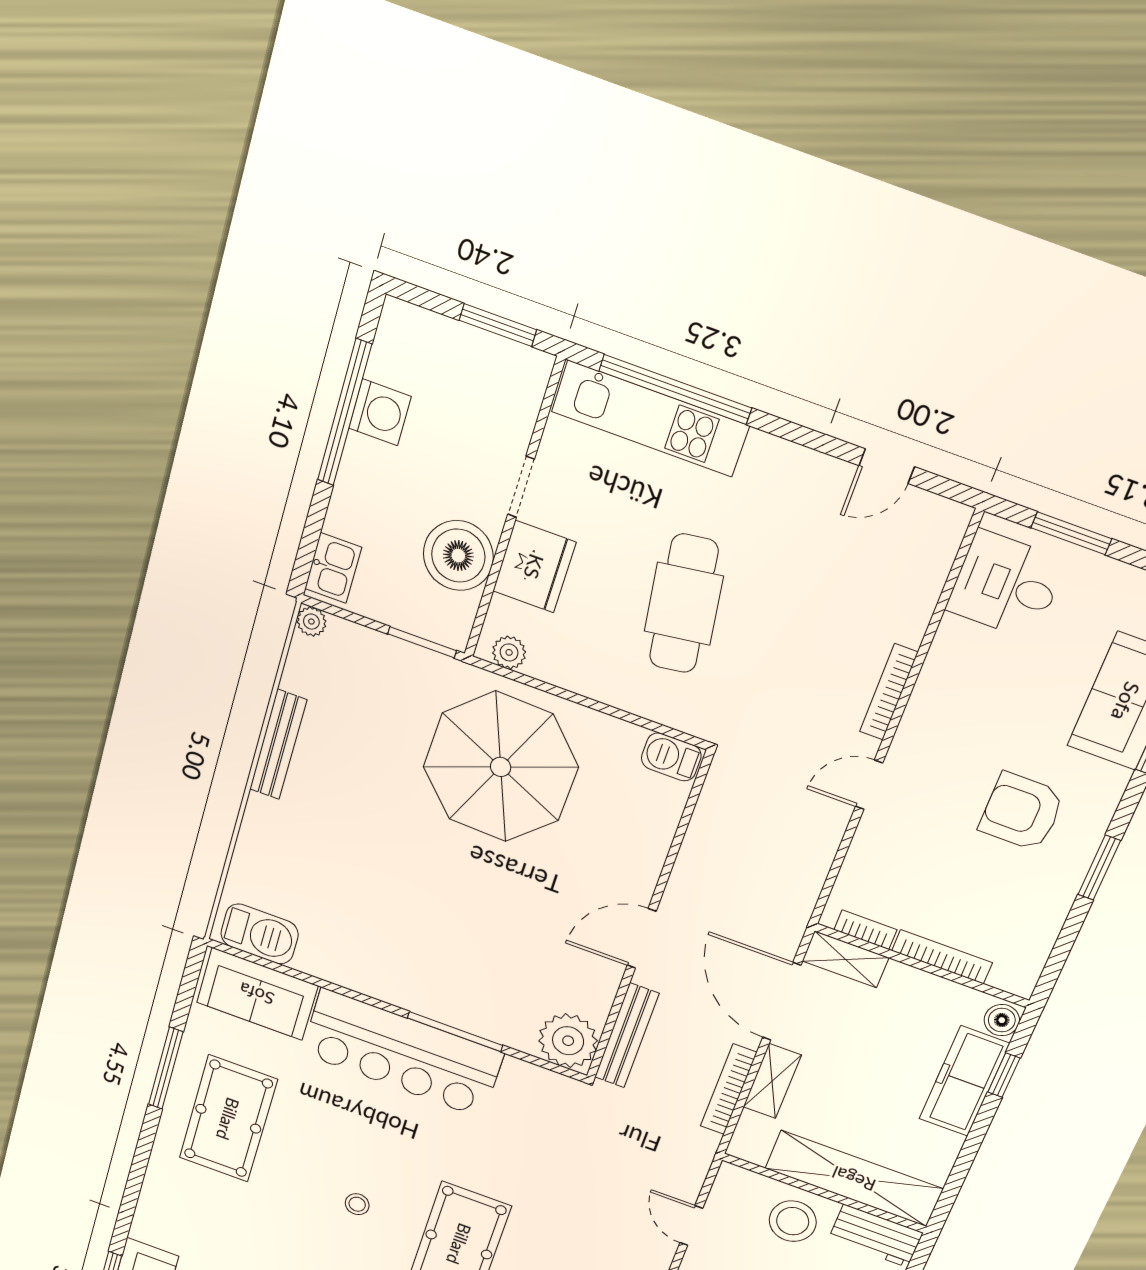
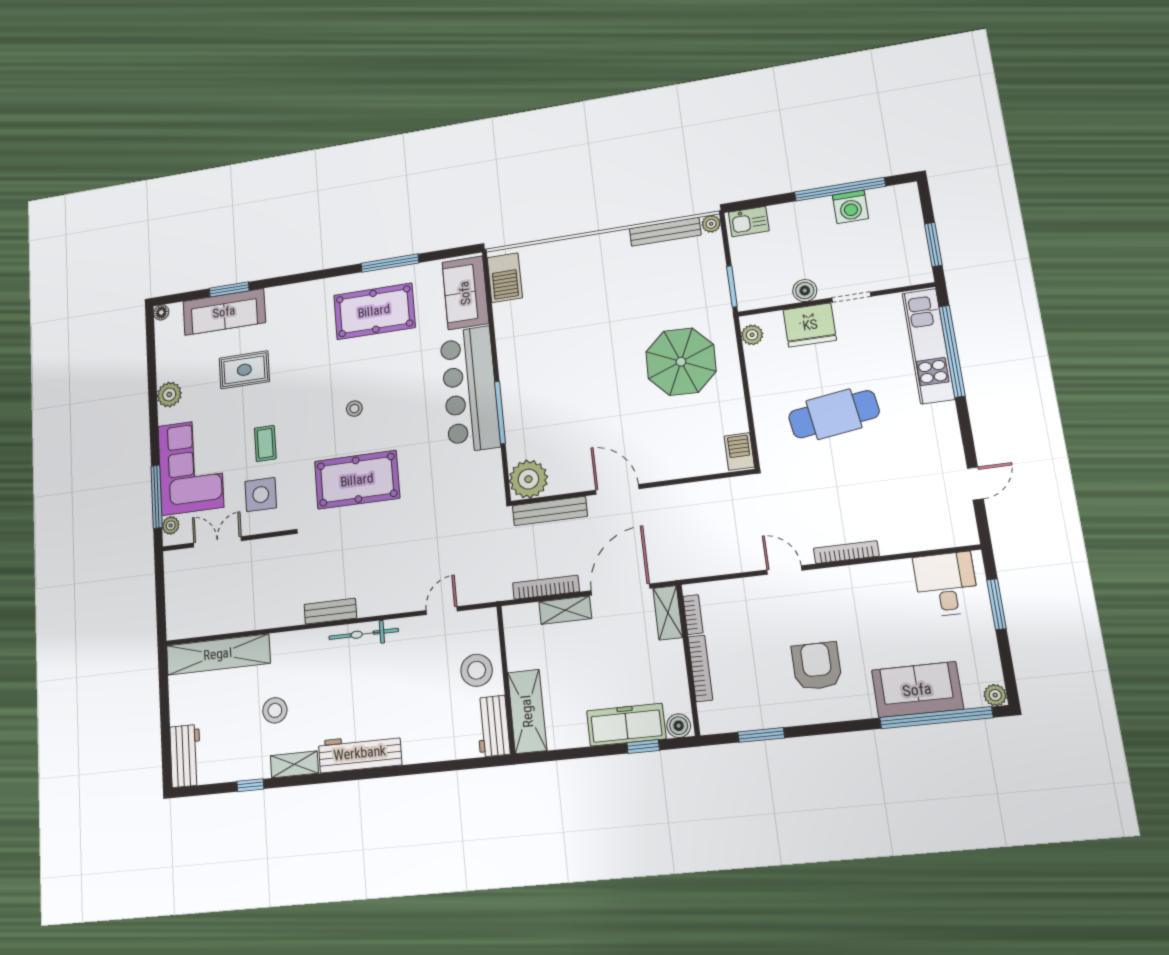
door: (887, 466) -> (975, 483), swing flipped
boiler: (458, 556) -> (805, 291), width x0.54, depth x0.54
bench: (278, 745) -> (665, 232), moved
parasol: (501, 767) -> (681, 362), width x0.73, depth x0.73
window: (1099, 867) -> (761, 735), moved
shelving: (854, 1179) -> (527, 711), width x0.68

